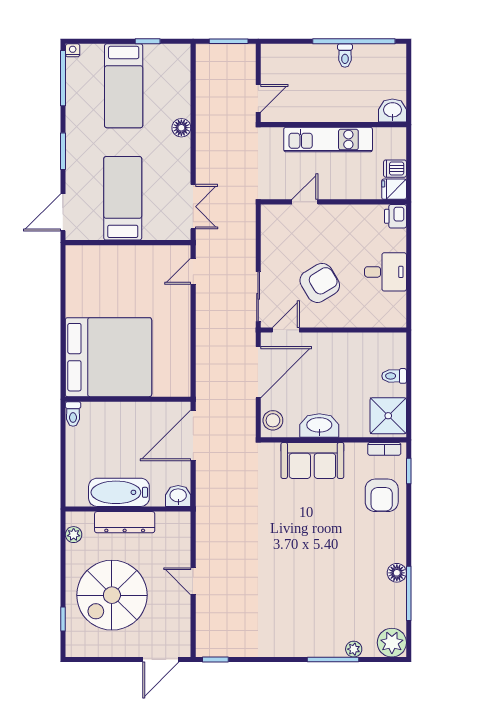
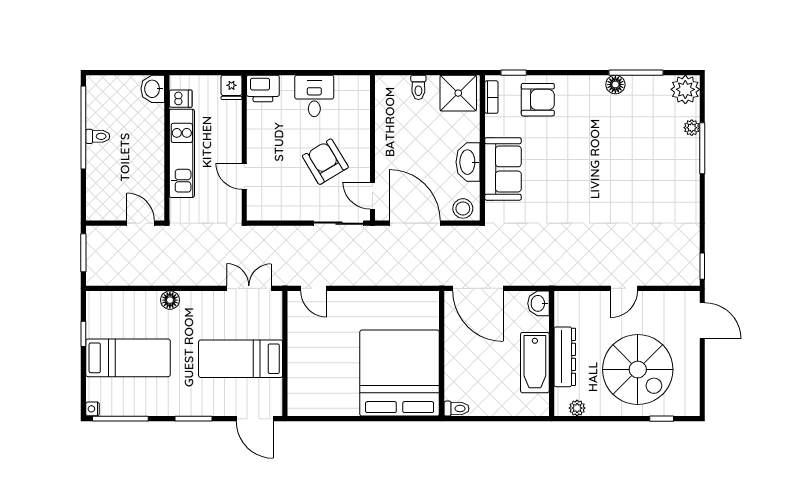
dishwasher: (395, 169) -> (181, 99), moved, turned -90
printer: (395, 216) -> (263, 88), width x1.36, depth x1.24

